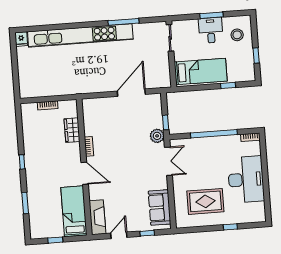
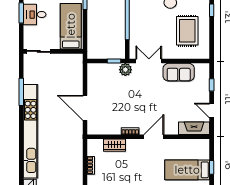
door: (131, 93) -> (85, 108), moved
sofa: (160, 208) -> (179, 72), moved
bed: (74, 211) -> (187, 170), moved

